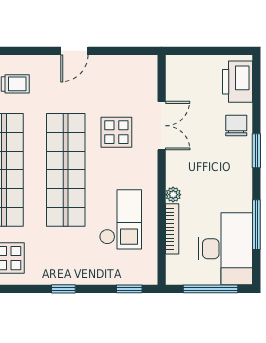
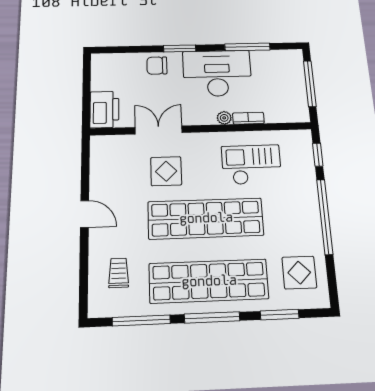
printer: (237, 82) -> (104, 110), moved, turned -90
bookcase: (172, 229) -> (248, 118), width x0.64
desk: (225, 249) -> (217, 73), moved
window: (63, 289) -> (325, 217), width x3.17

